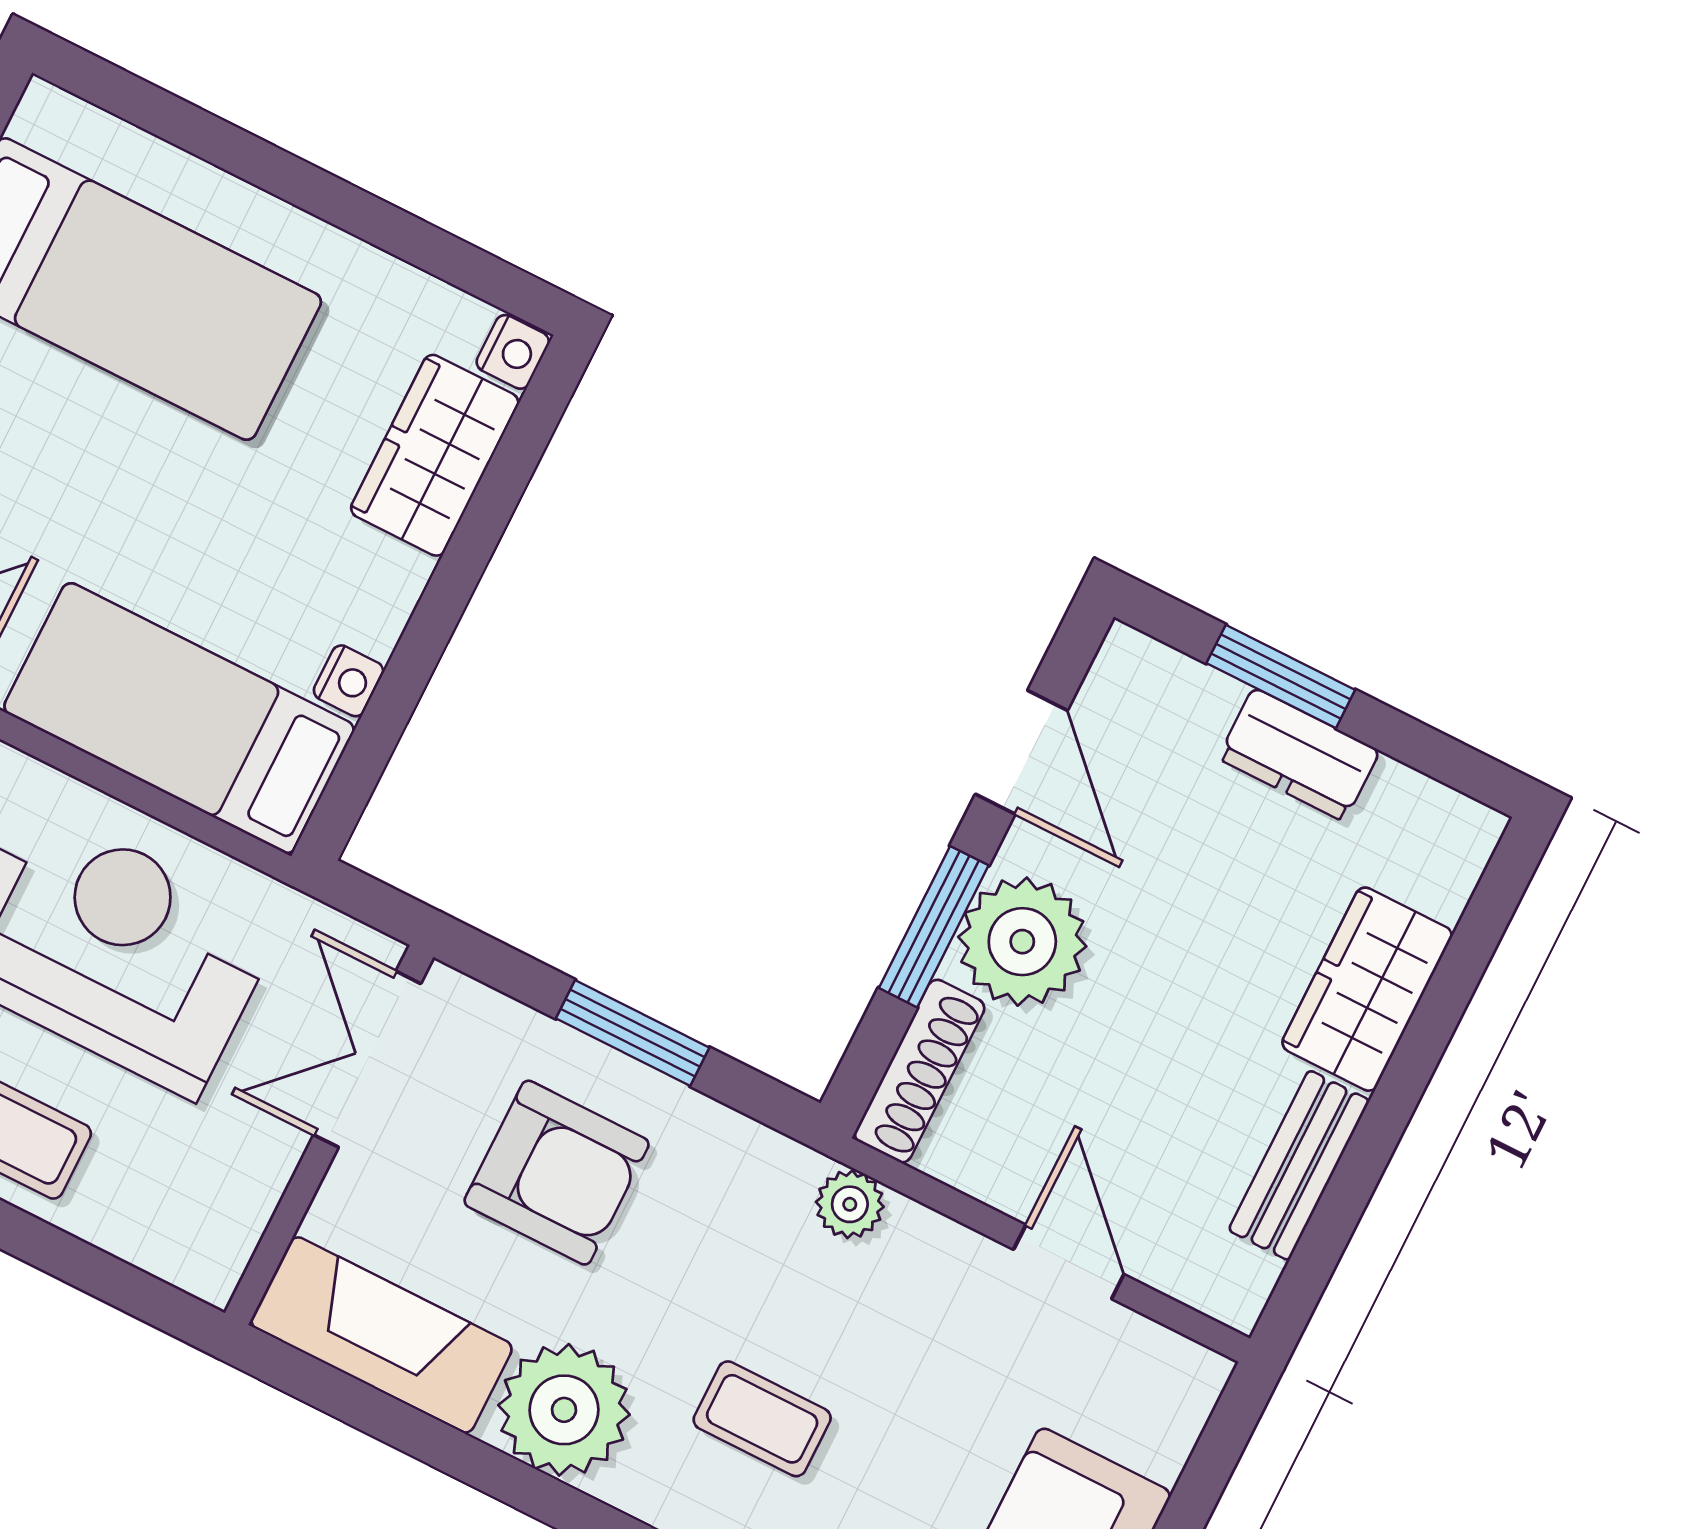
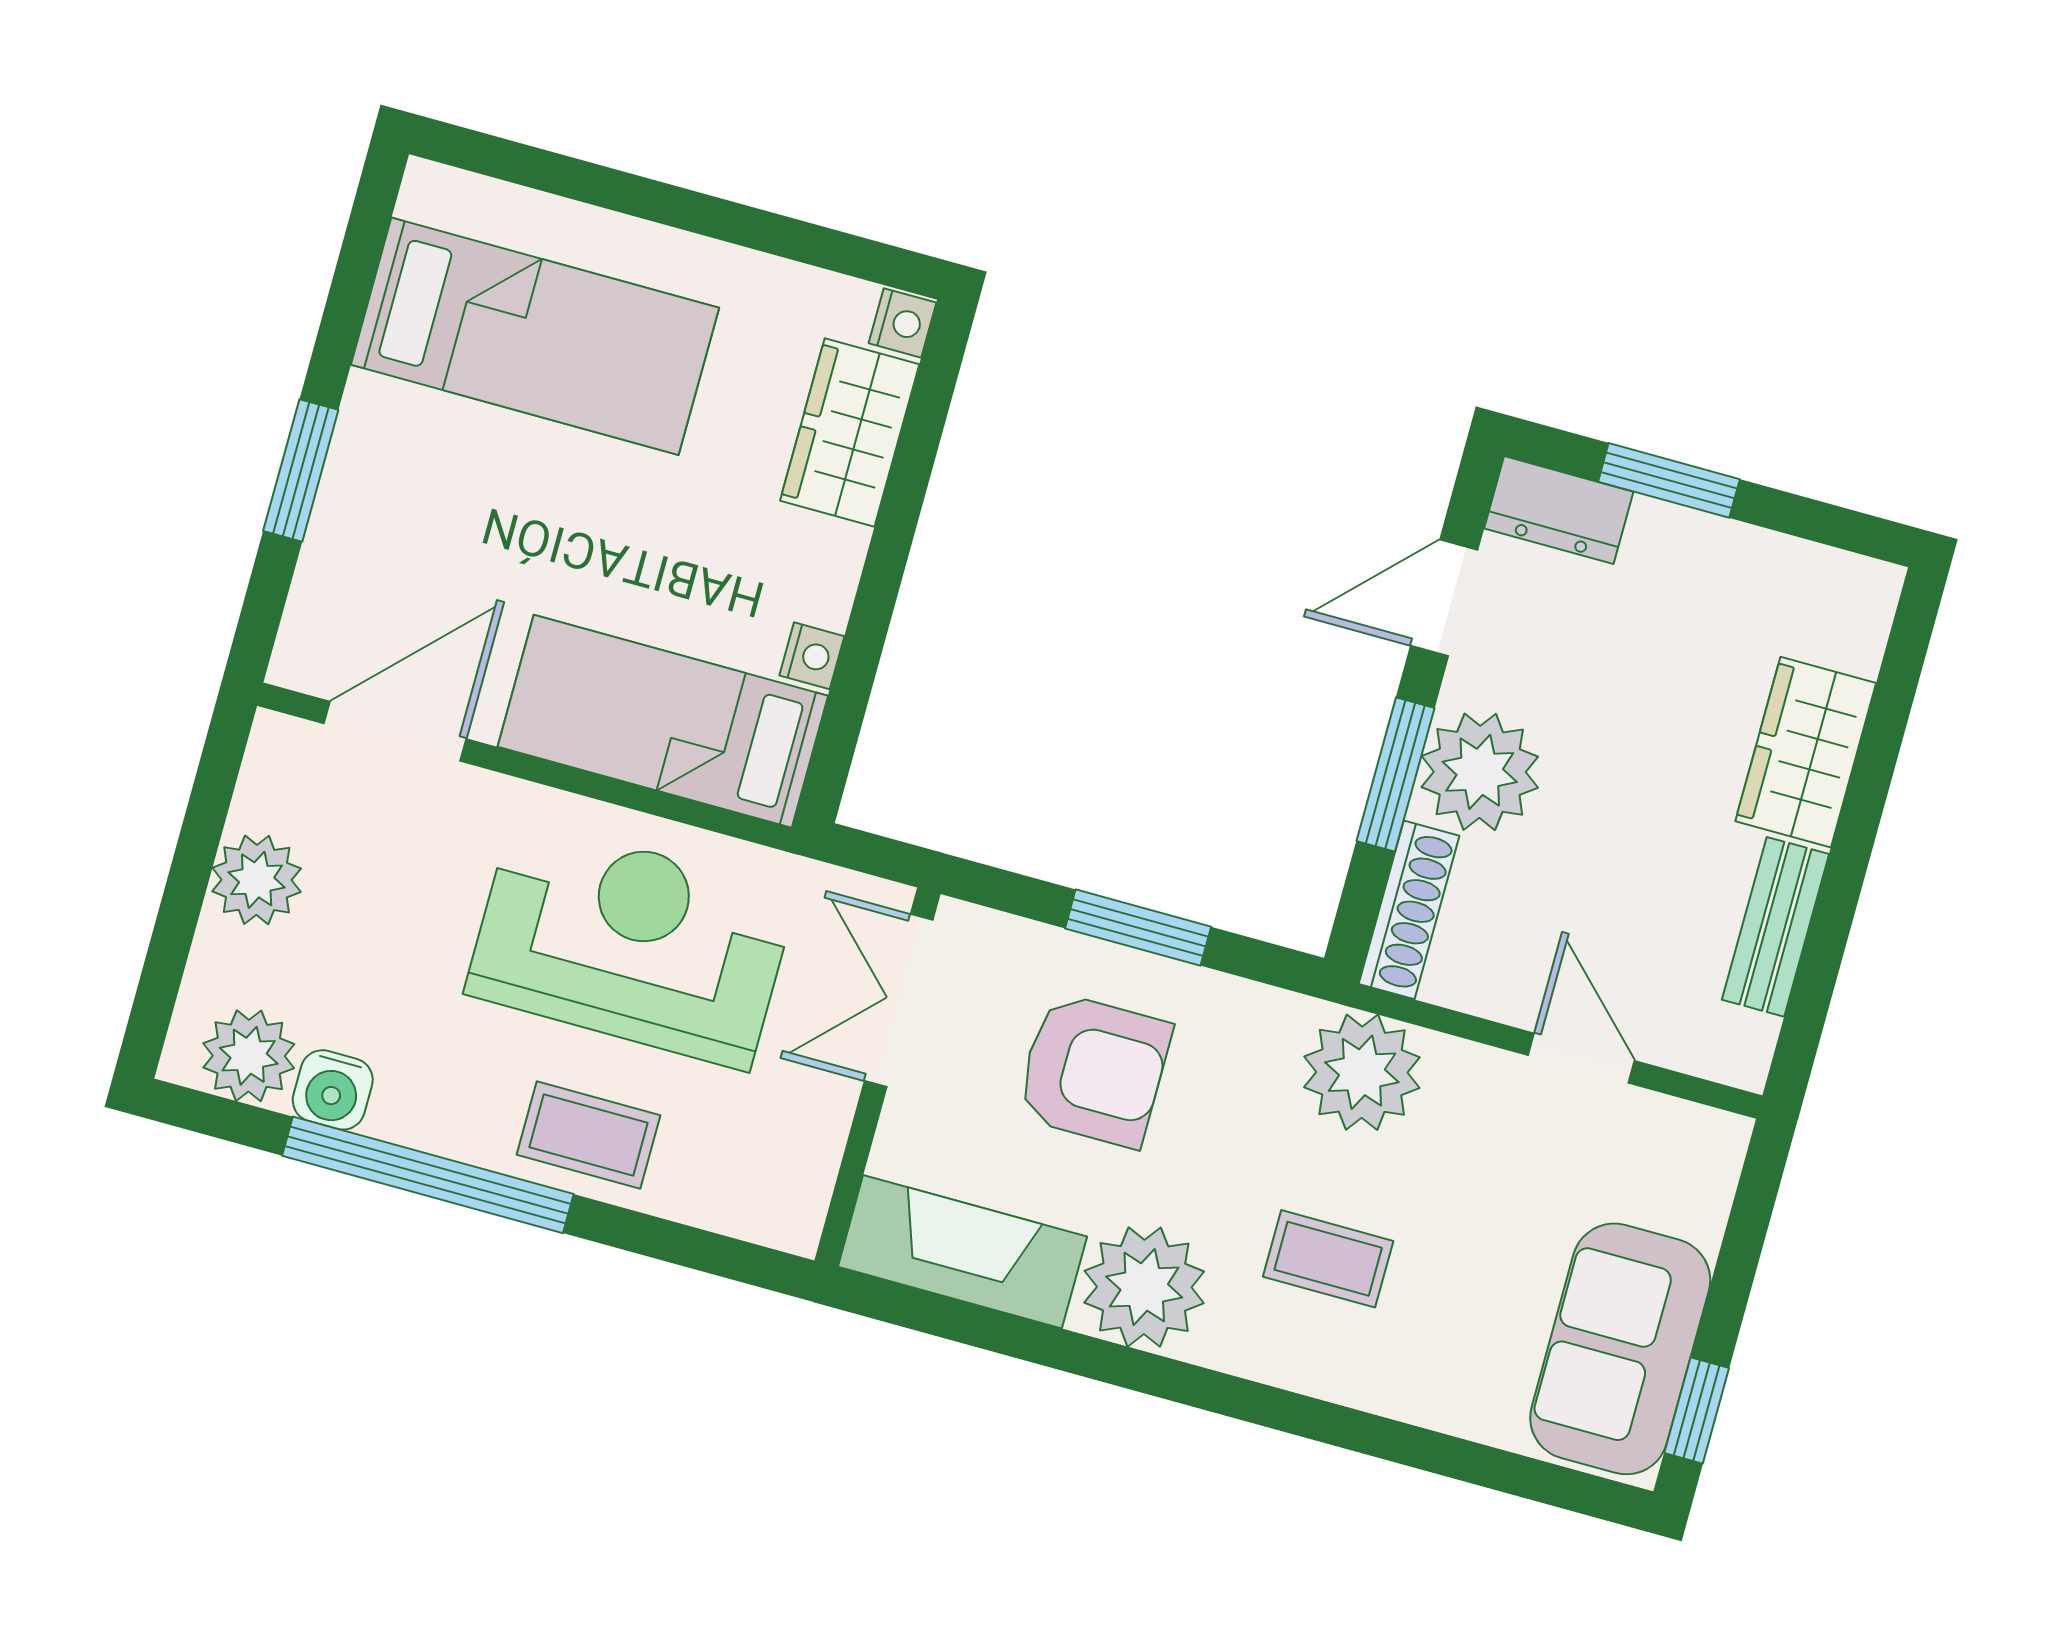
door: (1021, 752) -> (1444, 598), swing flipped
dresser: (1299, 755) -> (1559, 510), moved
plant: (850, 1204) -> (1362, 1072), width x1.88, depth x1.88

